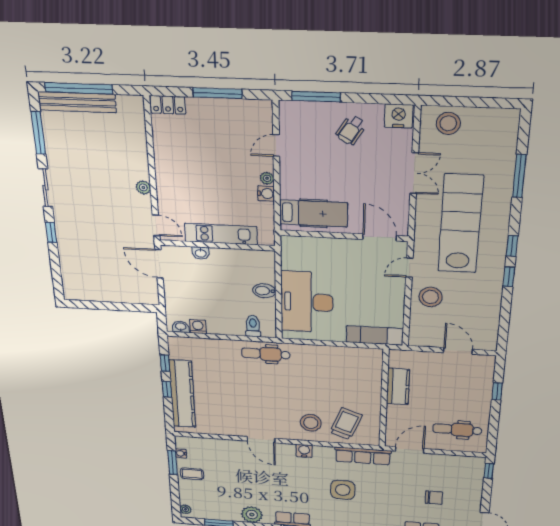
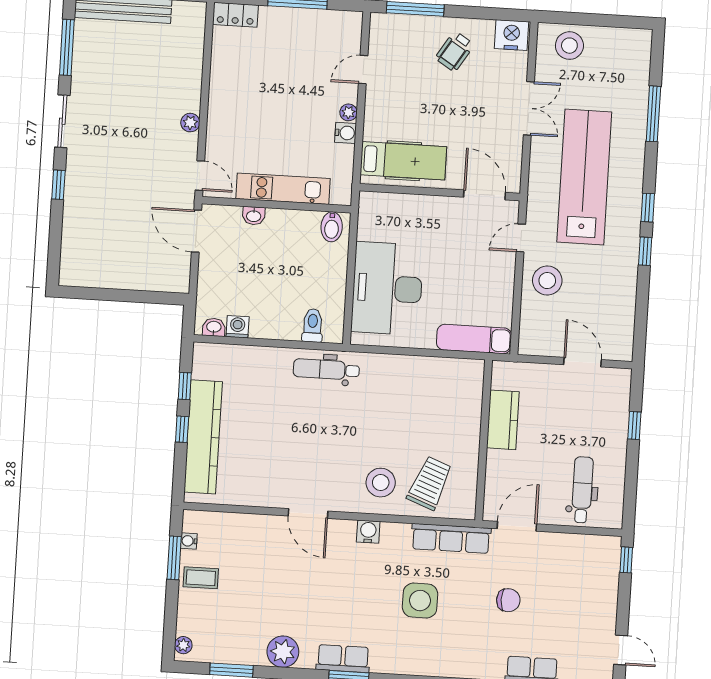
bidet: (264, 291) -> (332, 227), moved, turned -90
dental chair: (457, 430) -> (582, 490), turned 90
chair: (434, 498) -> (508, 600), moved

